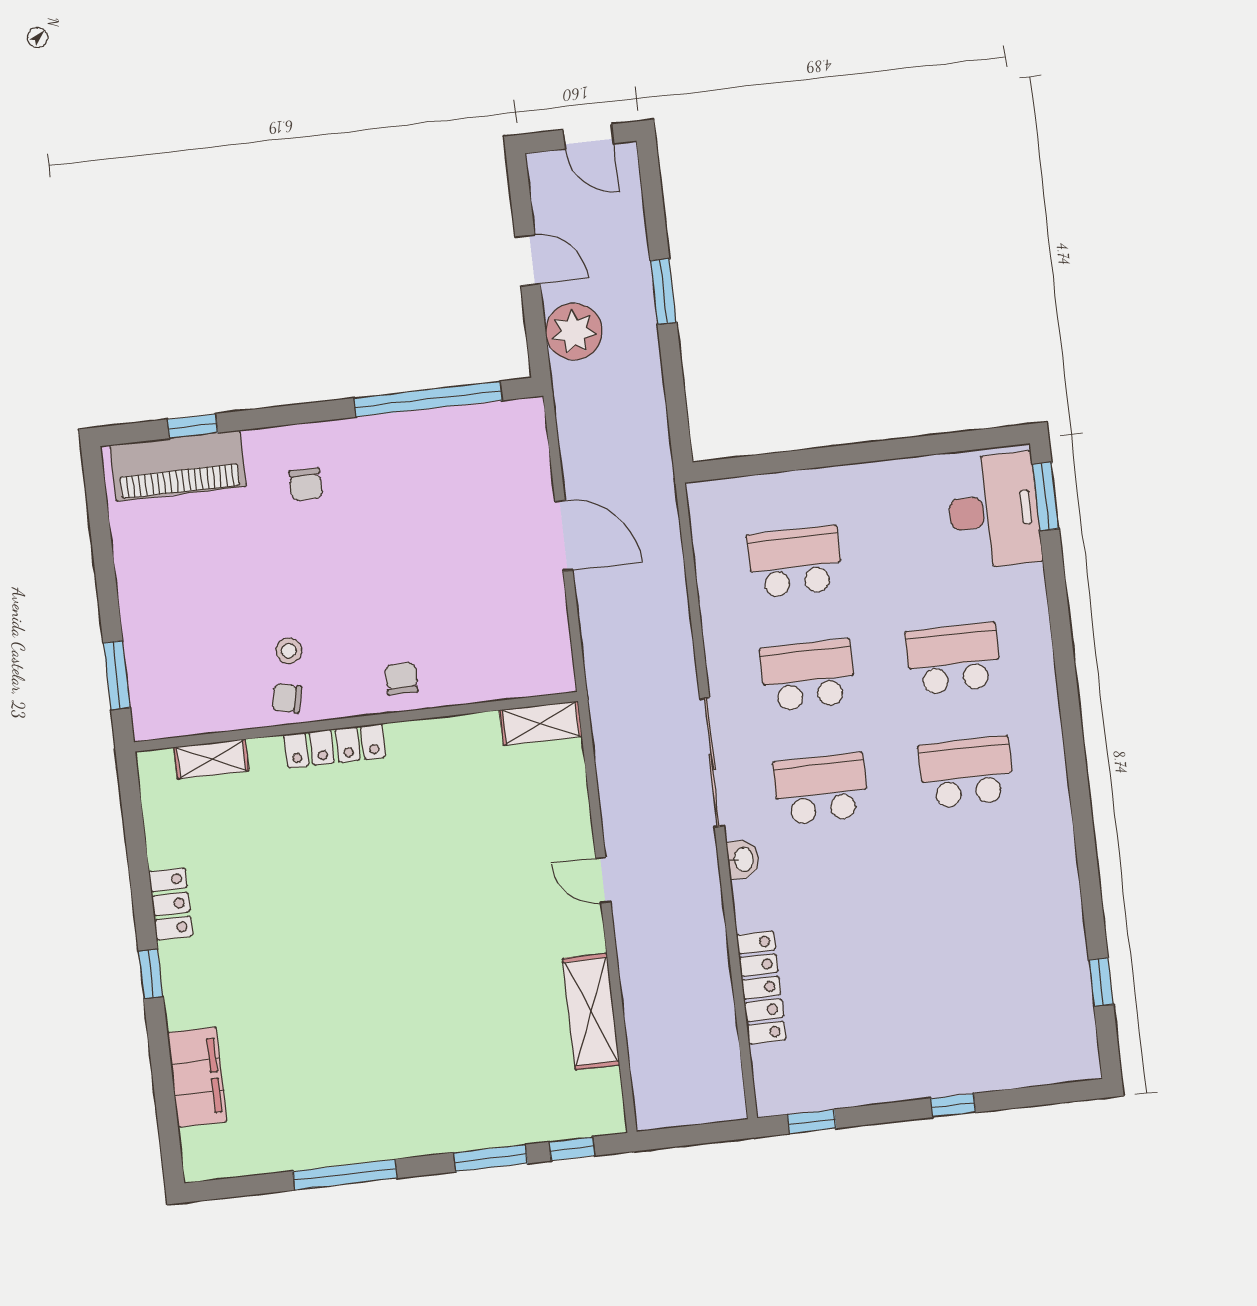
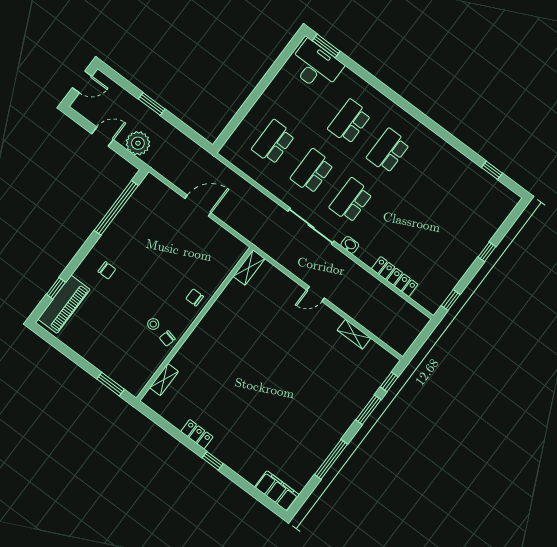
locker: (335, 746) -> (196, 338), removed
shelving: (591, 1012) -> (354, 334), width x0.67, depth x0.75
filing cabinet: (197, 1077) -> (277, 491), moved

